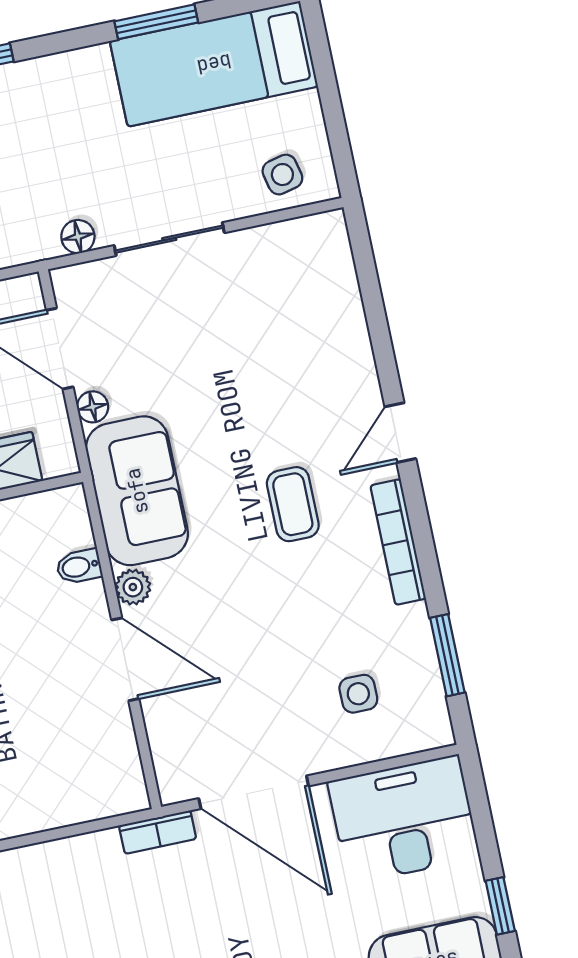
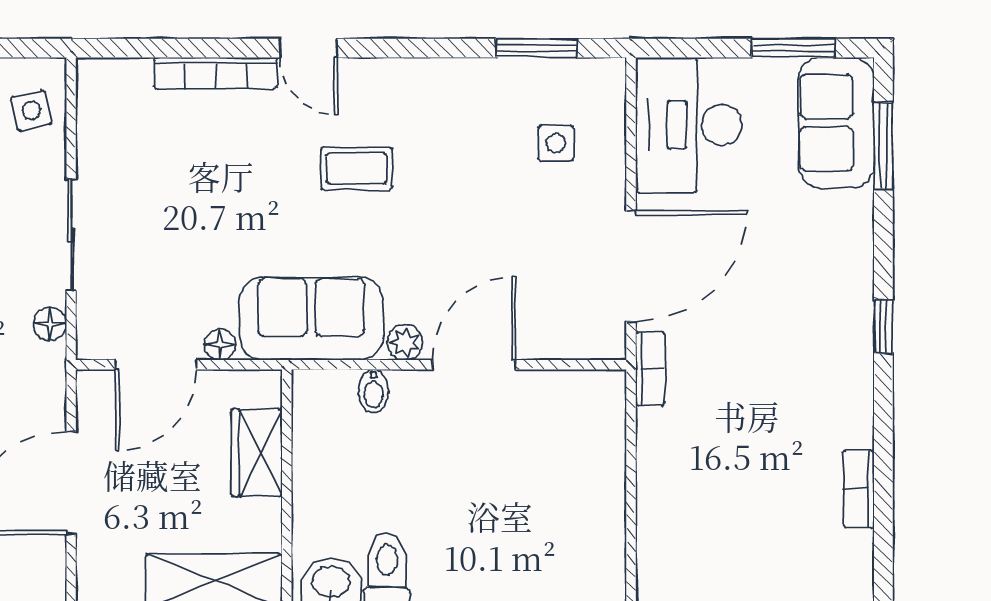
bookcase: (398, 542) -> (216, 73), moved
window: (500, 906) -> (793, 48), width x1.50

